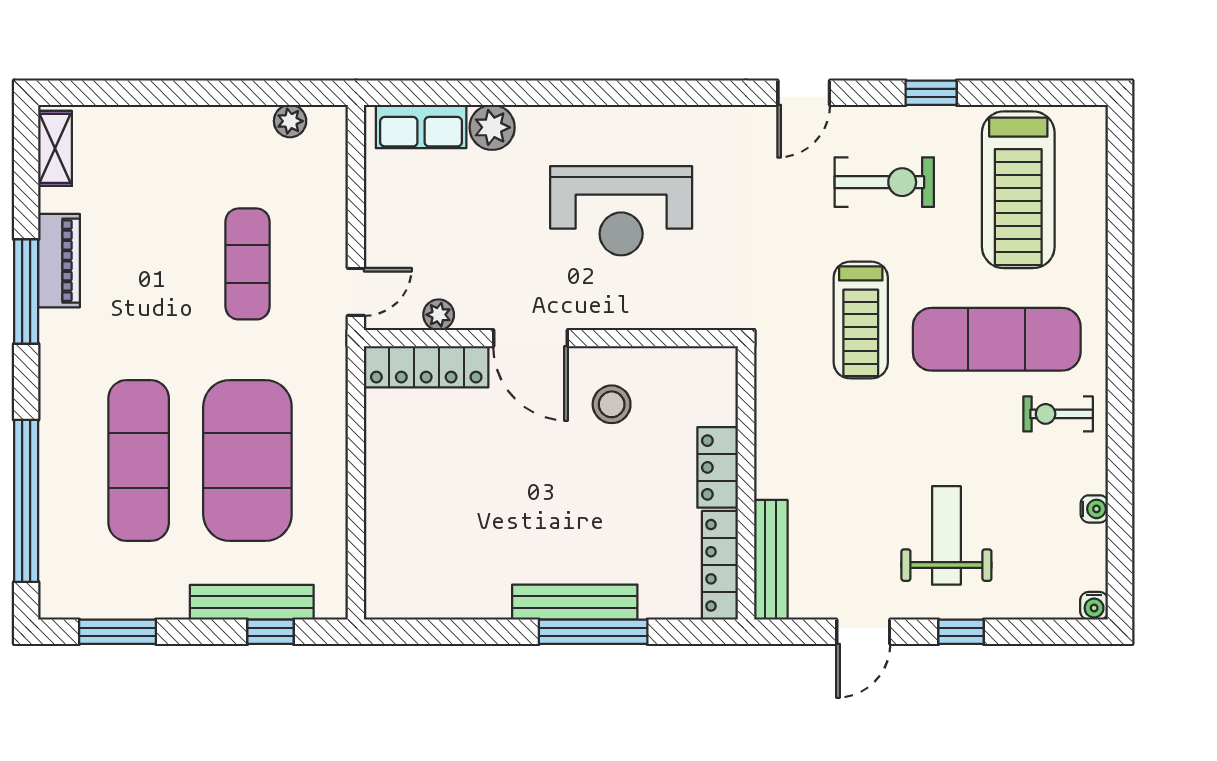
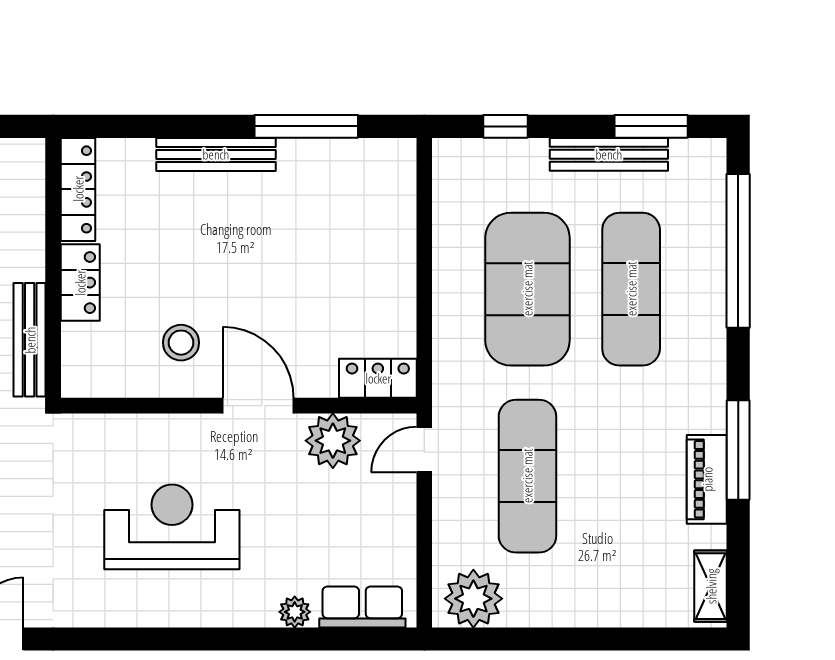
plant: (290, 121) -> (473, 599), width x1.88, depth x1.88
plant: (492, 127) -> (295, 612), width x0.73, depth x0.73
exercise mat: (247, 264) -> (527, 476), width x1.36, depth x1.45
plant: (439, 315) -> (333, 441), width x1.87, depth x1.87
locker: (426, 367) -> (378, 378), width x0.66
bench: (771, 560) -> (30, 340), moved
bench: (252, 602) -> (609, 154), moved
window: (593, 632) -> (306, 126), moved

